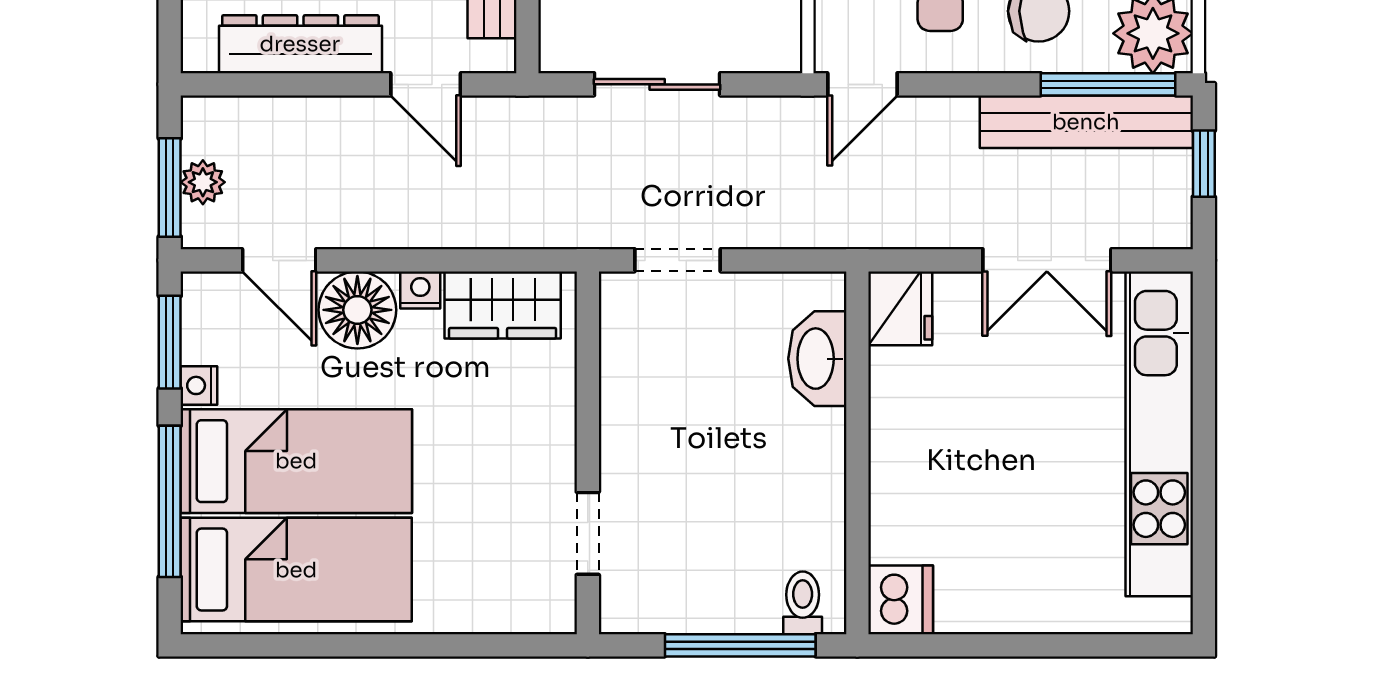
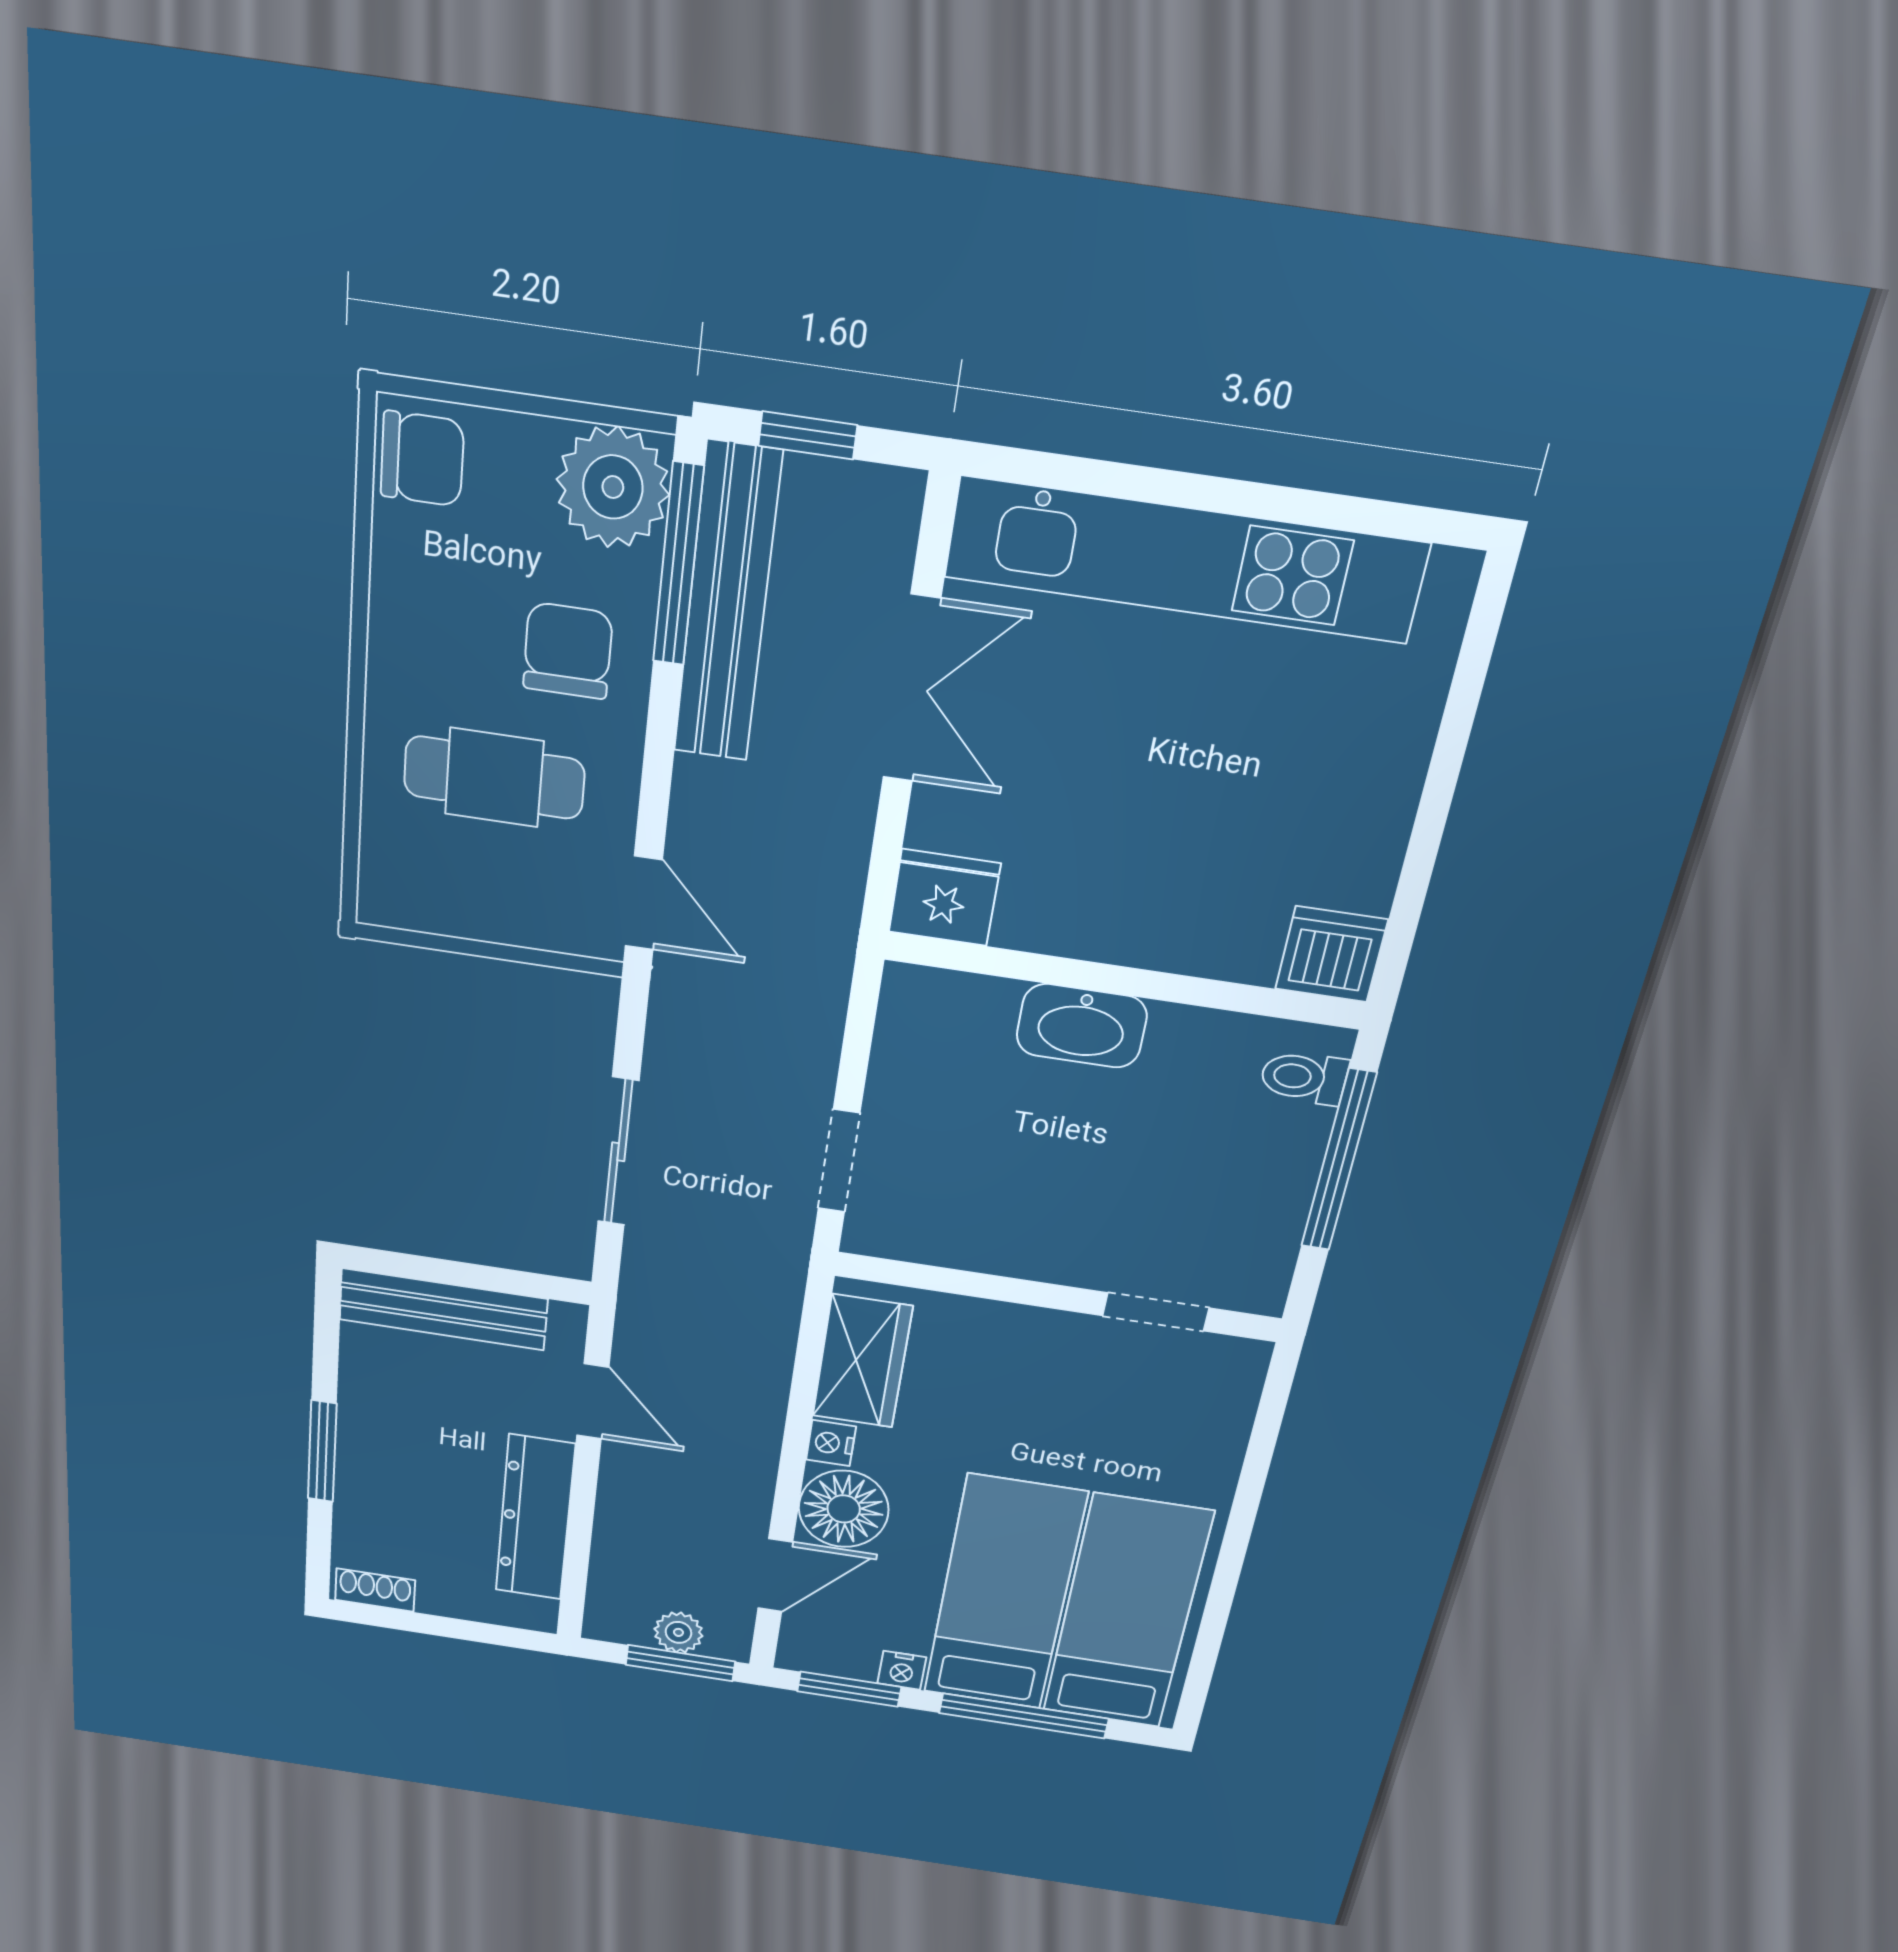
door: (426, 84) -> (593, 1401), hinge flipped
washbasin: (817, 359) -> (1082, 1026), moved

